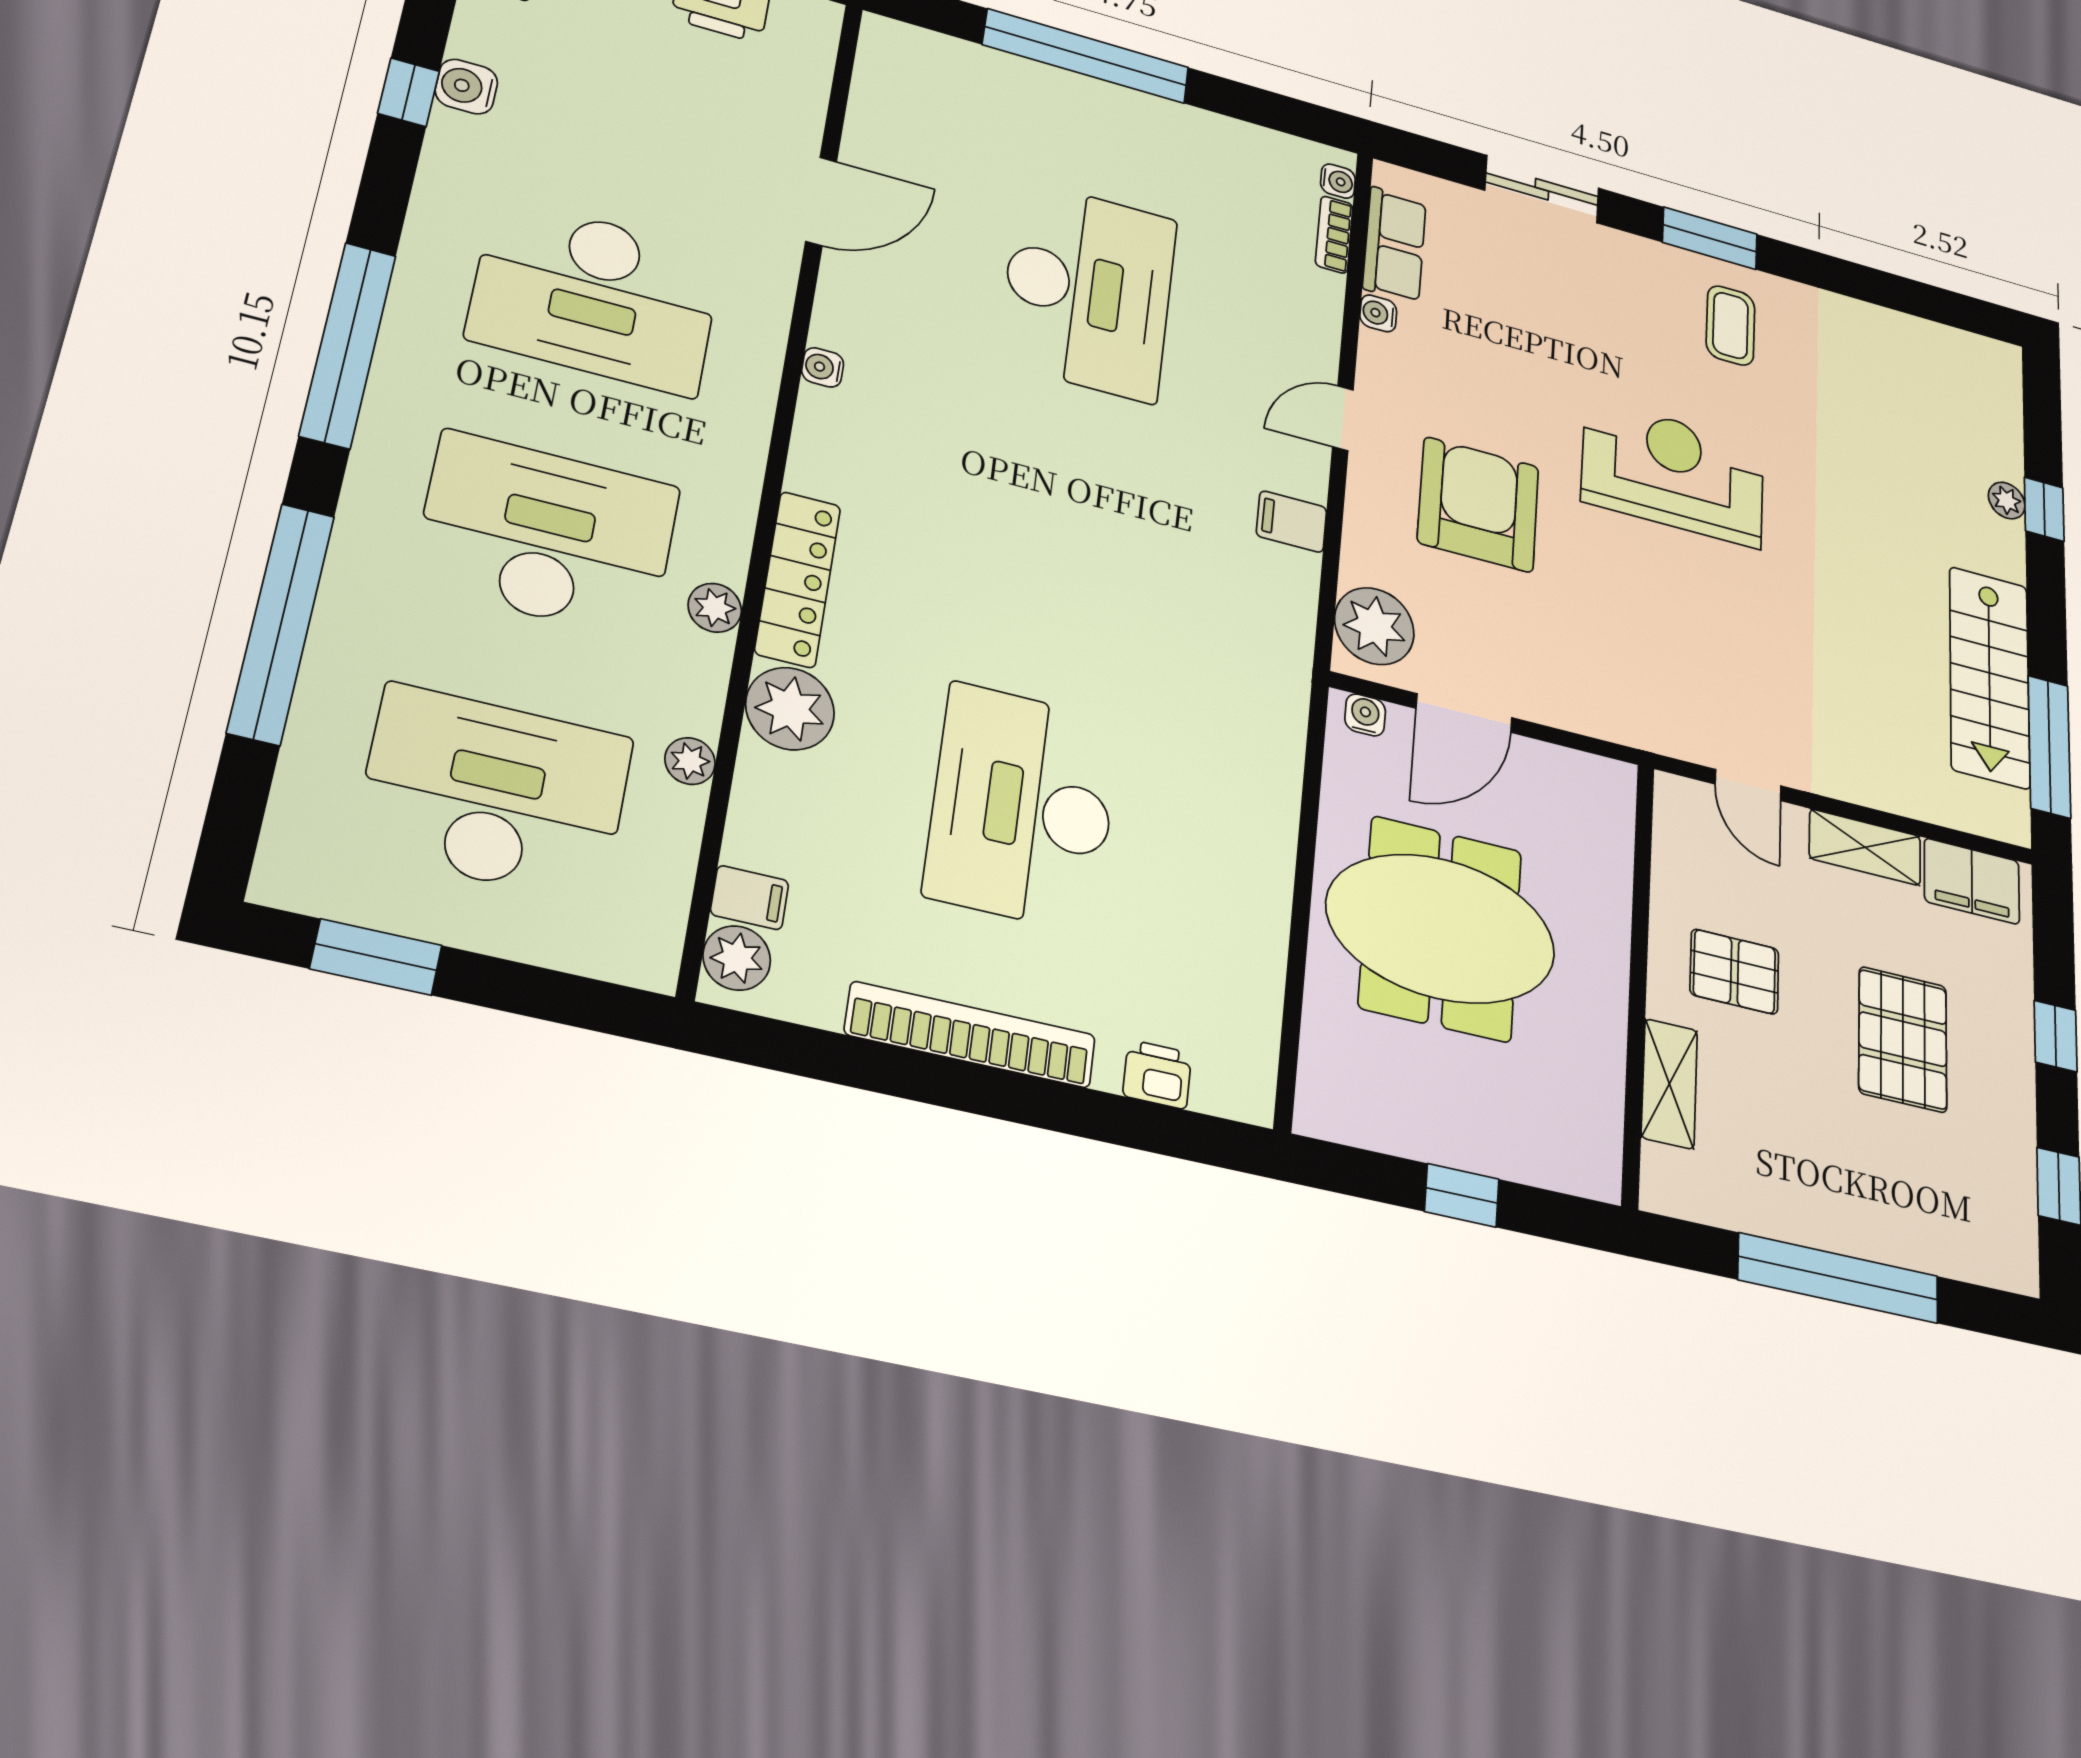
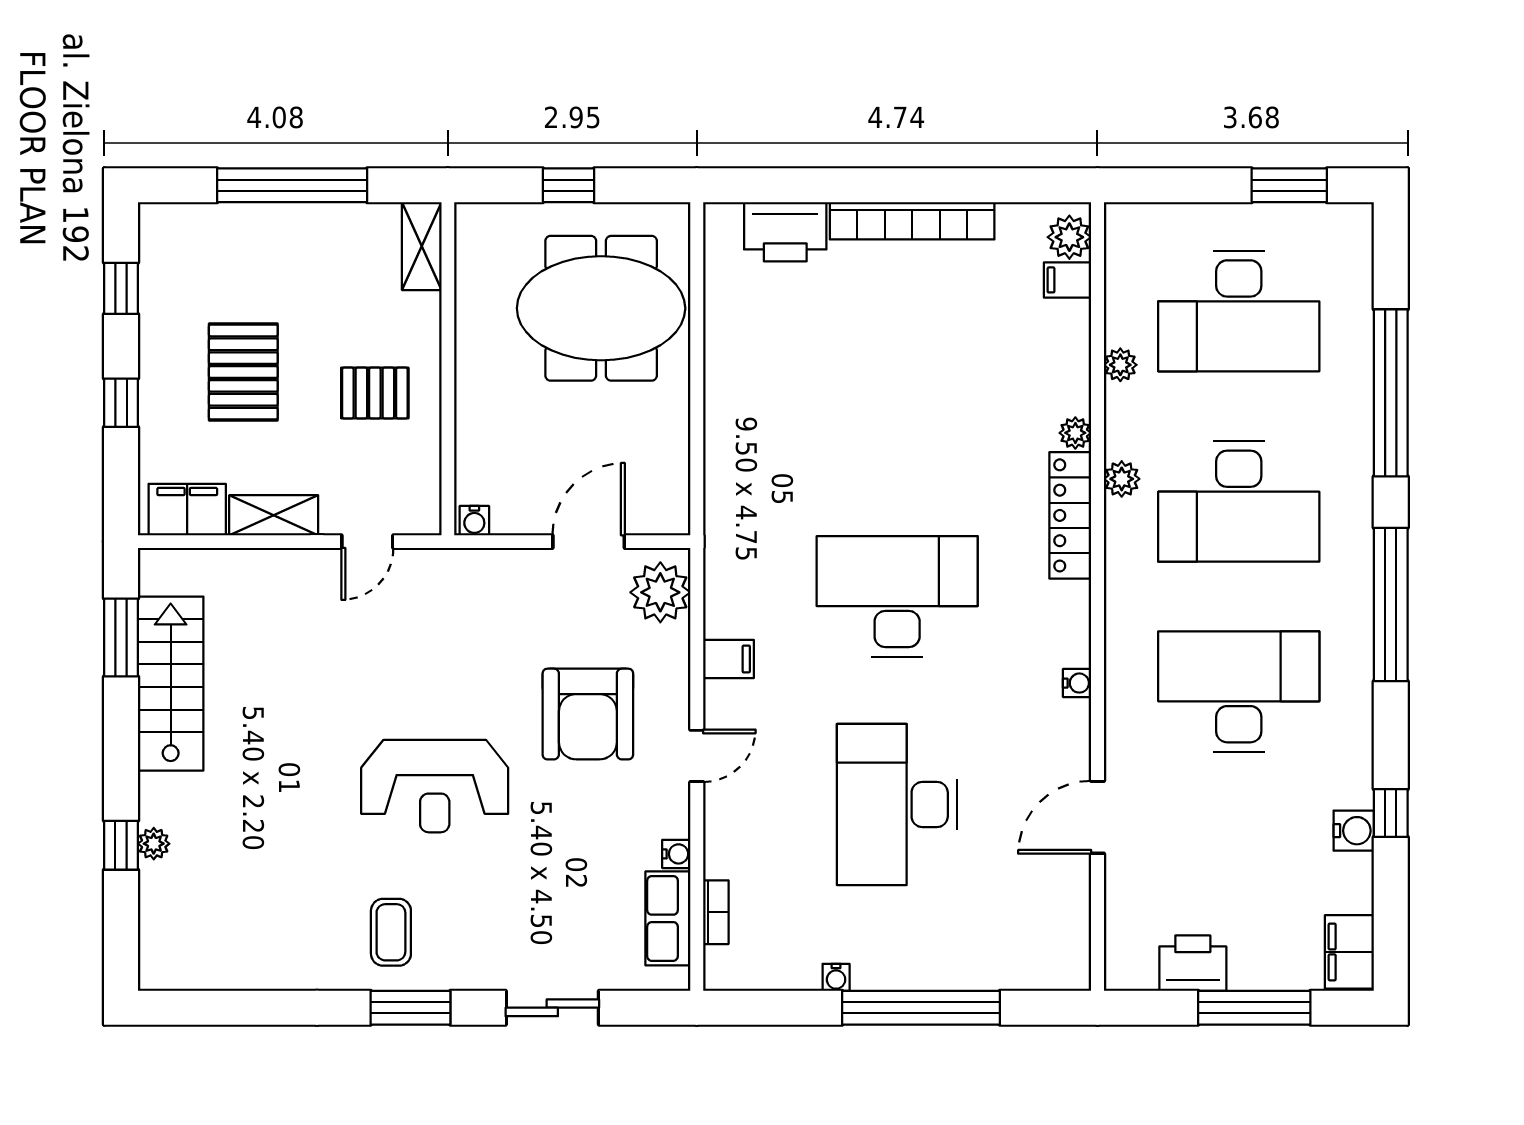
water cooler: (1338, 181) -> (836, 977), moved, turned -90
plant: (790, 709) -> (1075, 433), width x0.53, depth x0.53
water cooler: (1365, 715) -> (474, 521), moved
window: (2049, 747) -> (121, 638), width x0.69
door: (1748, 785) -> (367, 542), swing flipped
desk: (1022, 807) -> (897, 596), moved, turned -90
meeting table: (1441, 928) -> (601, 308), moved
printer: (1157, 1074) -> (785, 232), width x1.87, depth x1.48
shelving: (1669, 1084) -> (422, 246), moved

